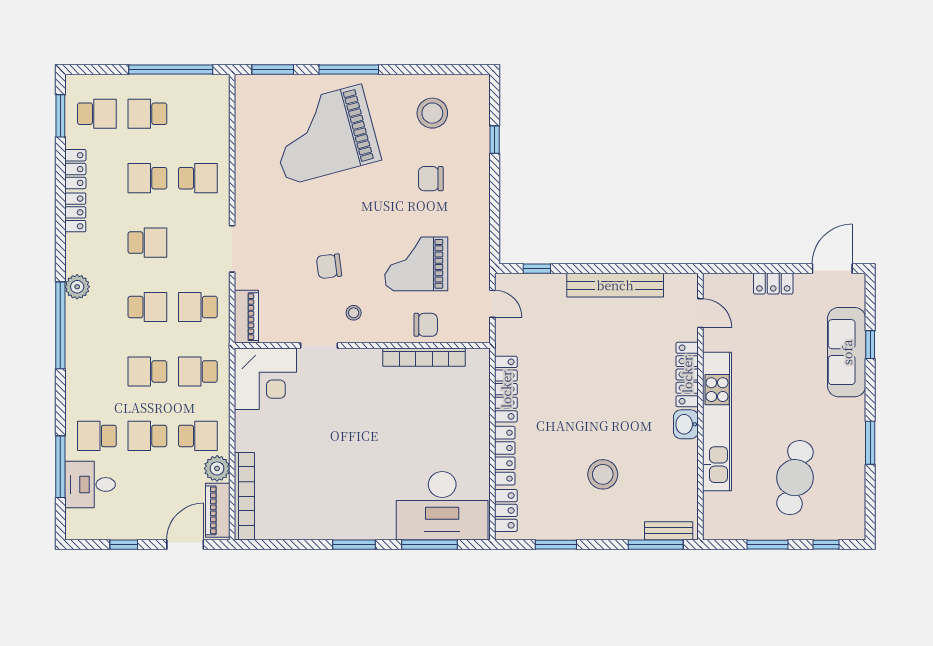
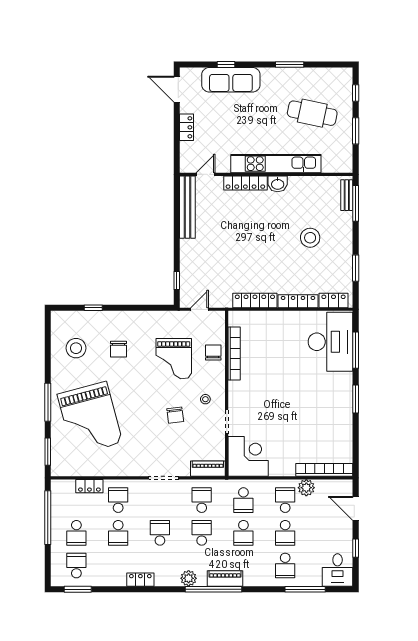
locker: (75, 169) -> (89, 486), moved, turned 180
bench: (615, 285) -> (187, 207), moved
school desk: (198, 307) -> (202, 500), turned 180
desk: (90, 484) -> (338, 570), moved
piano: (218, 510) -> (225, 578), moved, turned 180

